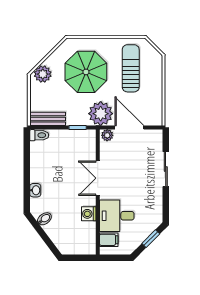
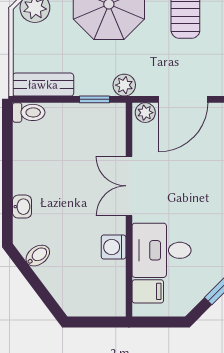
plant: (101, 114) -> (124, 85), width x0.53, depth x0.53
door: (129, 128) -> (183, 99), swing flipped

